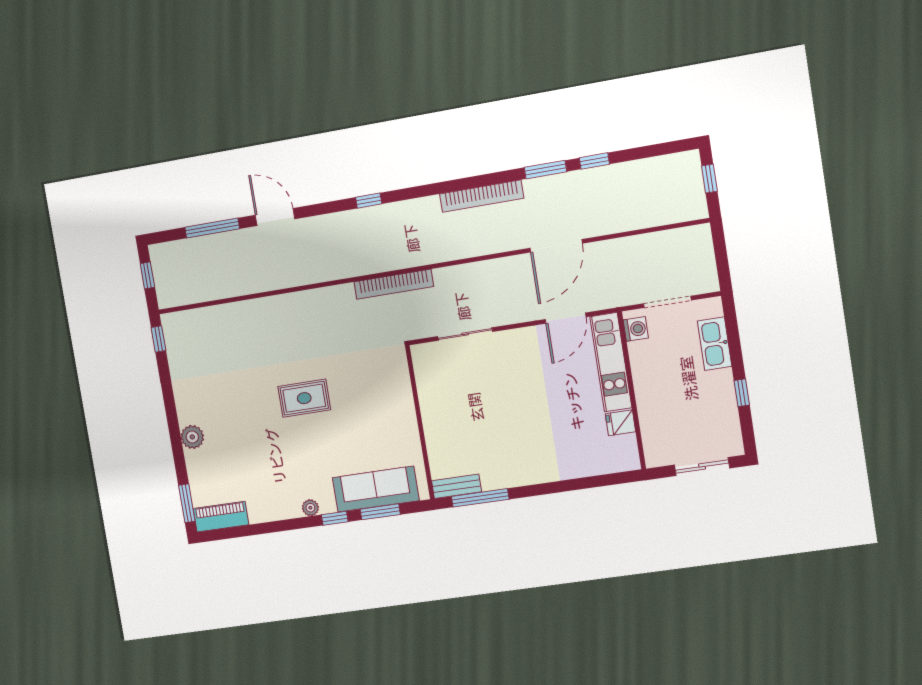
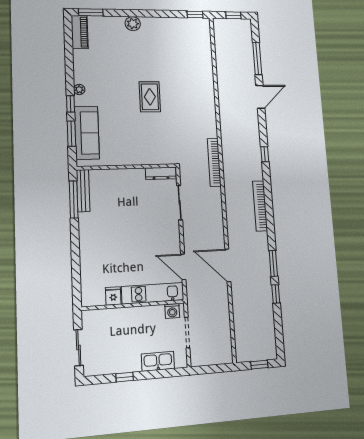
bookcase: (482, 196) -> (260, 206), moved
dresser: (423, 369) -> (161, 173), added
bench: (456, 486) -> (83, 191), width x1.36

